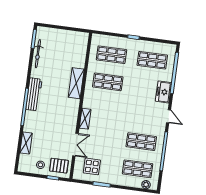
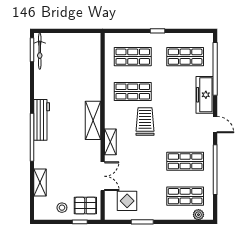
bicycle: (38, 54) -> (40, 51), moved
shelving: (76, 83) -> (93, 120), moved
freezer: (163, 92) -> (205, 95), width x1.40
trolley: (114, 106) -> (145, 121), added

